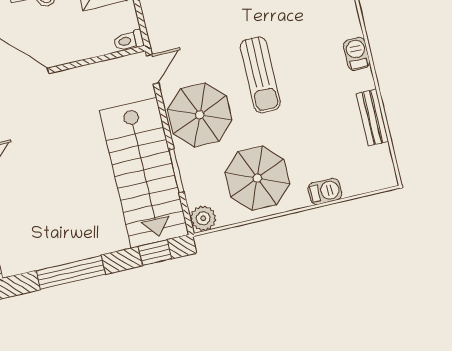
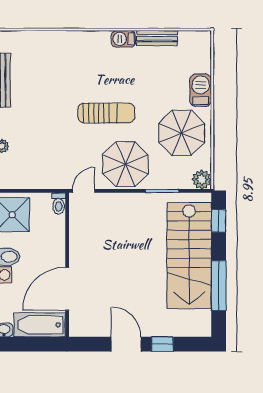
barbecue: (357, 54) -> (123, 39), moved
door: (153, 69) -> (84, 191), hinge flipped
stairs: (144, 173) -> (189, 256), moved, turned 90
barbecue: (325, 191) -> (201, 90), width x1.38, depth x1.27

